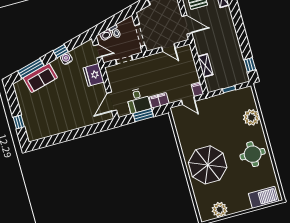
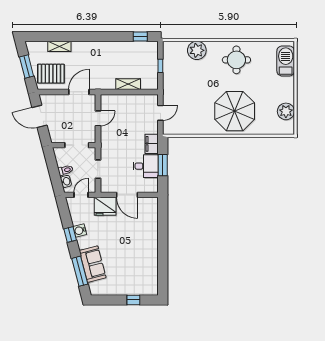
filing cabinet: (197, 89) -> (151, 100), removed
door: (112, 102) -> (127, 195), moved

